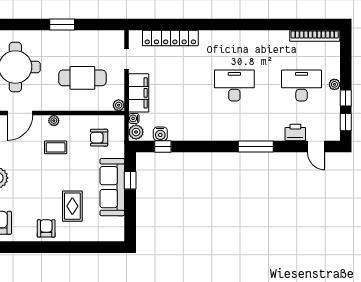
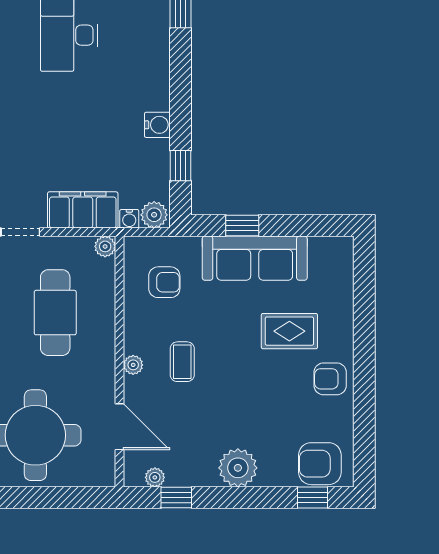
water cooler: (160, 134) -> (157, 125), moved
armchair: (99, 138) -> (164, 282), turned -90

